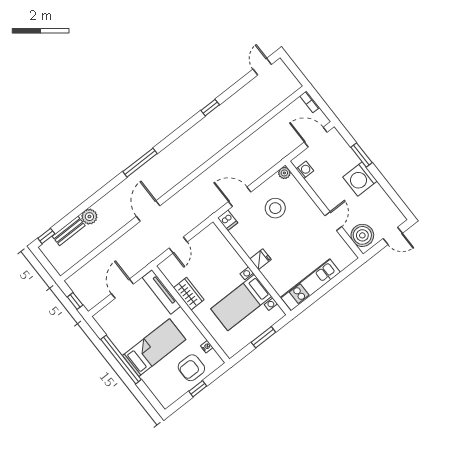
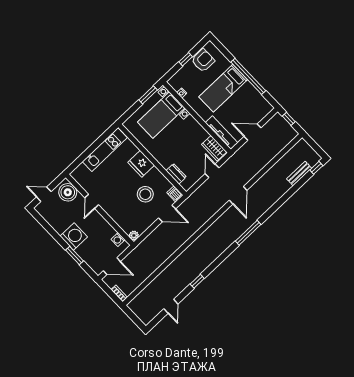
door: (262, 67) -> (171, 306), moved
stool: (275, 208) -> (145, 194), moved
plant: (89, 217) -> (284, 186), removed
dresser: (224, 246) -> (176, 174), added
fridge: (261, 259) -> (141, 164), width x1.88, depth x1.34
door: (122, 289) -> (253, 132), swing flipped
wardrobe: (189, 294) -> (214, 148), moved
bed with nightstands: (241, 303) -> (161, 115), moved, turned 180
window: (263, 337) -> (148, 95), moved
armchair: (191, 368) -> (203, 60), moved

